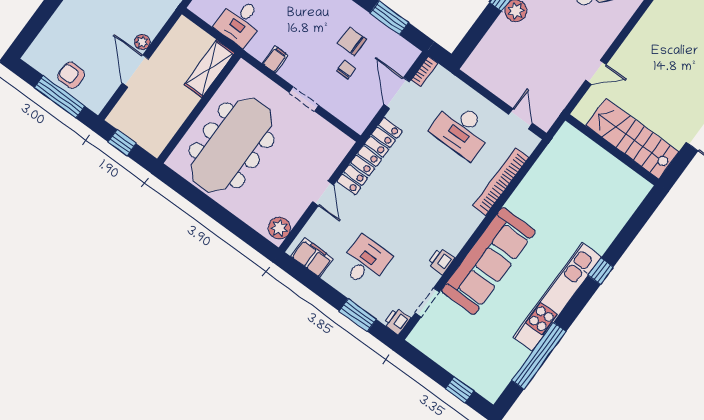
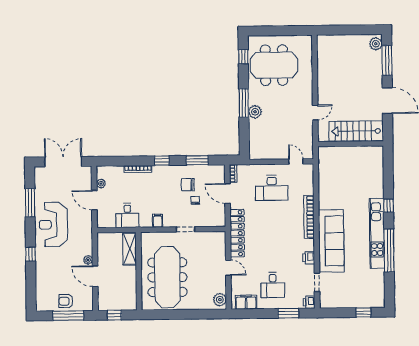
bookcase: (501, 182) -> (309, 217), moved
desk: (365, 262) -> (273, 285), turned 180
window: (539, 356) -> (389, 251), moved

